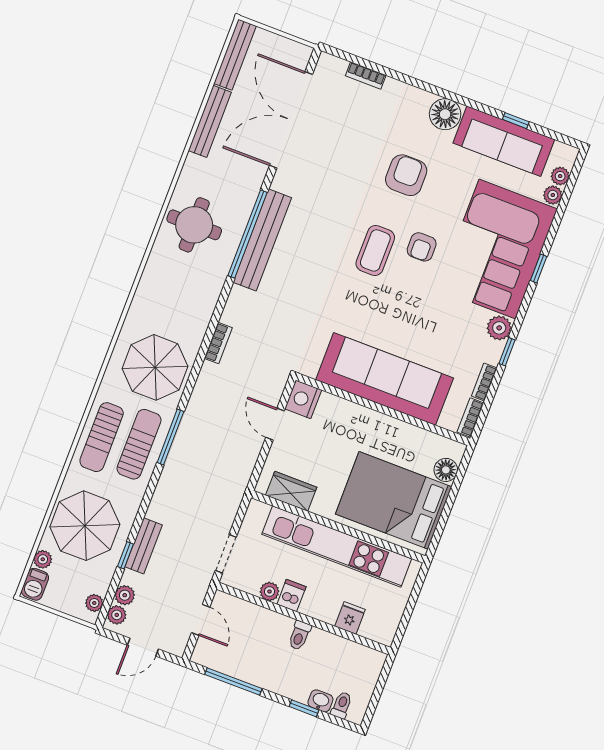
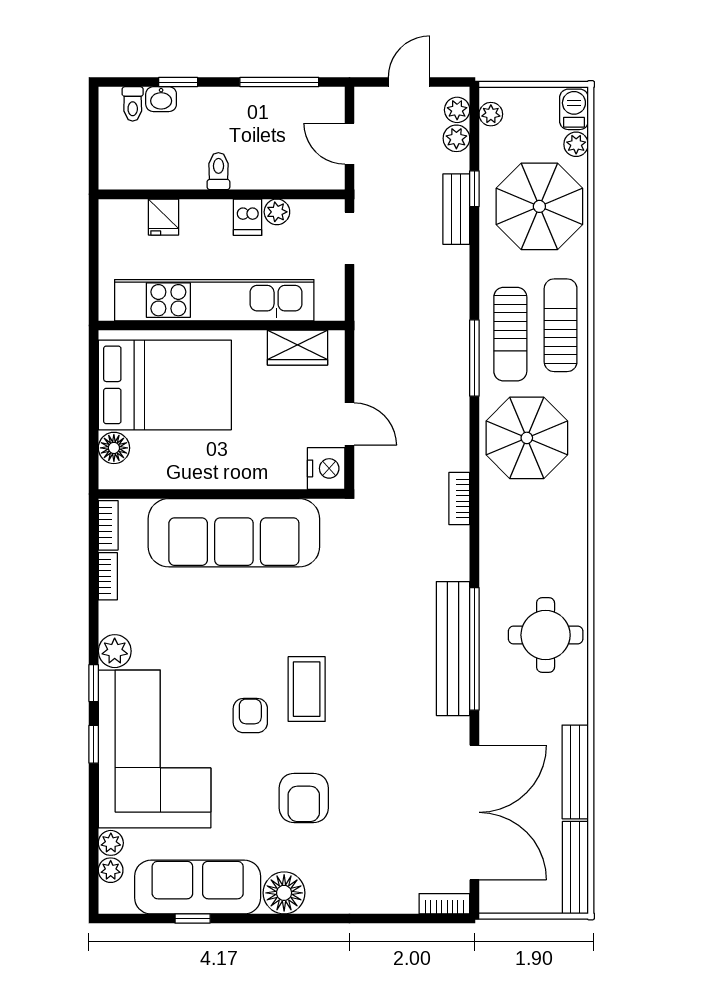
bookcase: (366, 75) -> (444, 904), moved
window: (507, 352) -> (94, 683), moved

